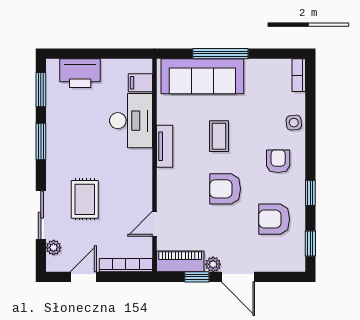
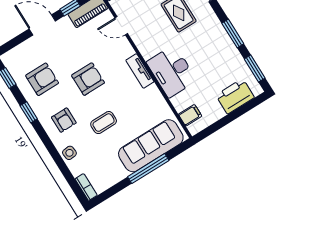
desk: (131, 121) -> (172, 71), moved
coffee table: (219, 136) -> (104, 123), moved, turned 90
tv unit: (165, 146) -> (140, 71), moved
door: (155, 224) -> (121, 26), swing flipped
plant: (213, 264) -> (64, 23), removed

